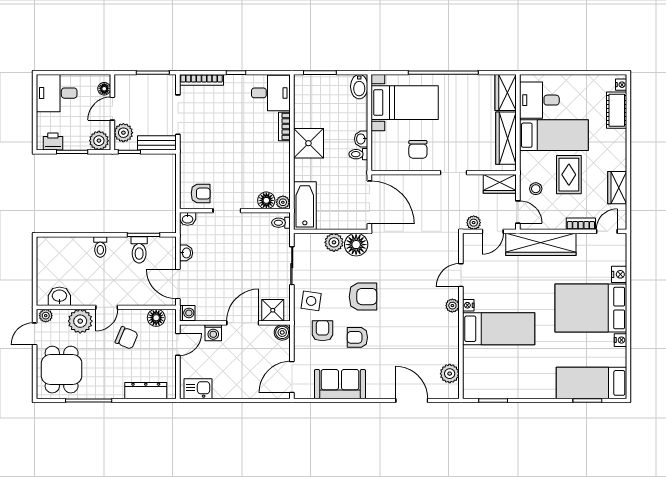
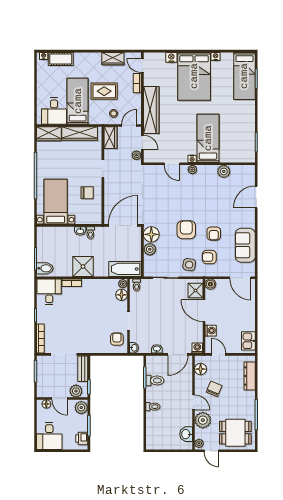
bidet: (359, 87) -> (45, 268), moved
plant: (450, 374) -> (224, 171), moved

